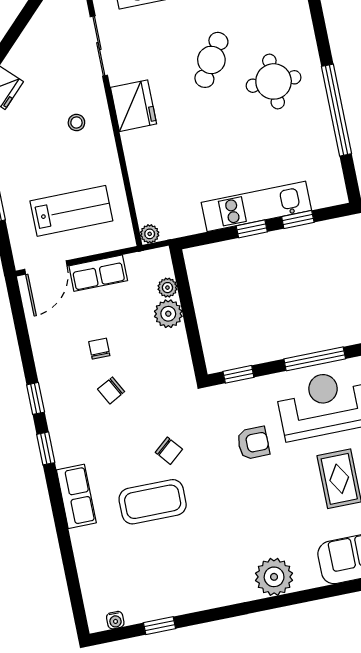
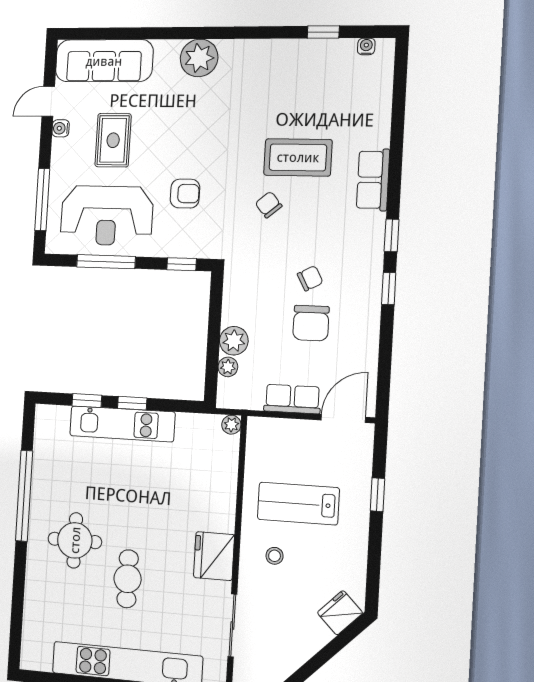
cafe table: (211, 60) -> (128, 579), turned -32
lab bench: (71, 211) -> (298, 504), moved
chair: (99, 349) -> (311, 323), width x1.87, depth x1.87
armchair: (253, 443) -> (185, 194), turned 180

